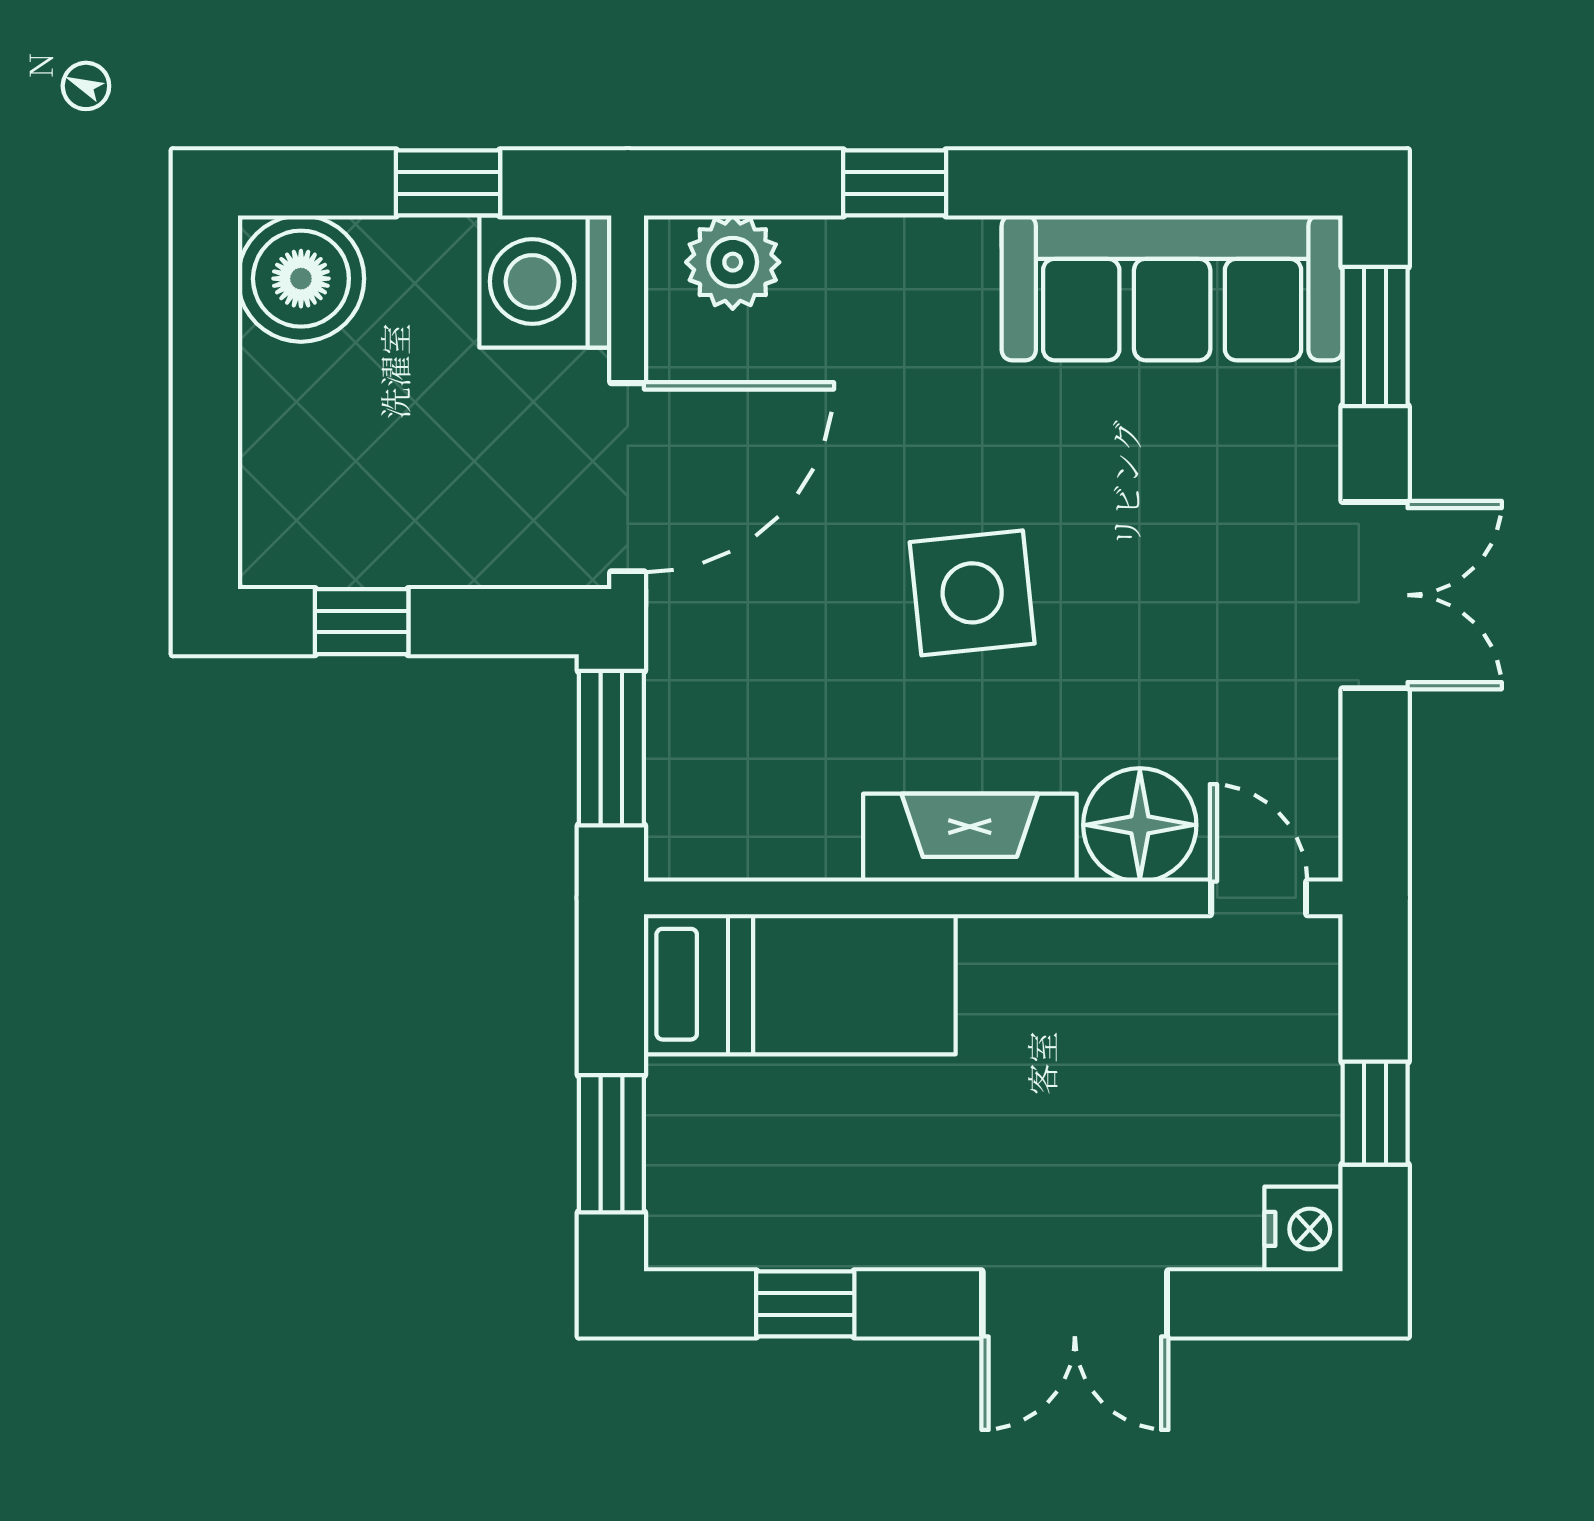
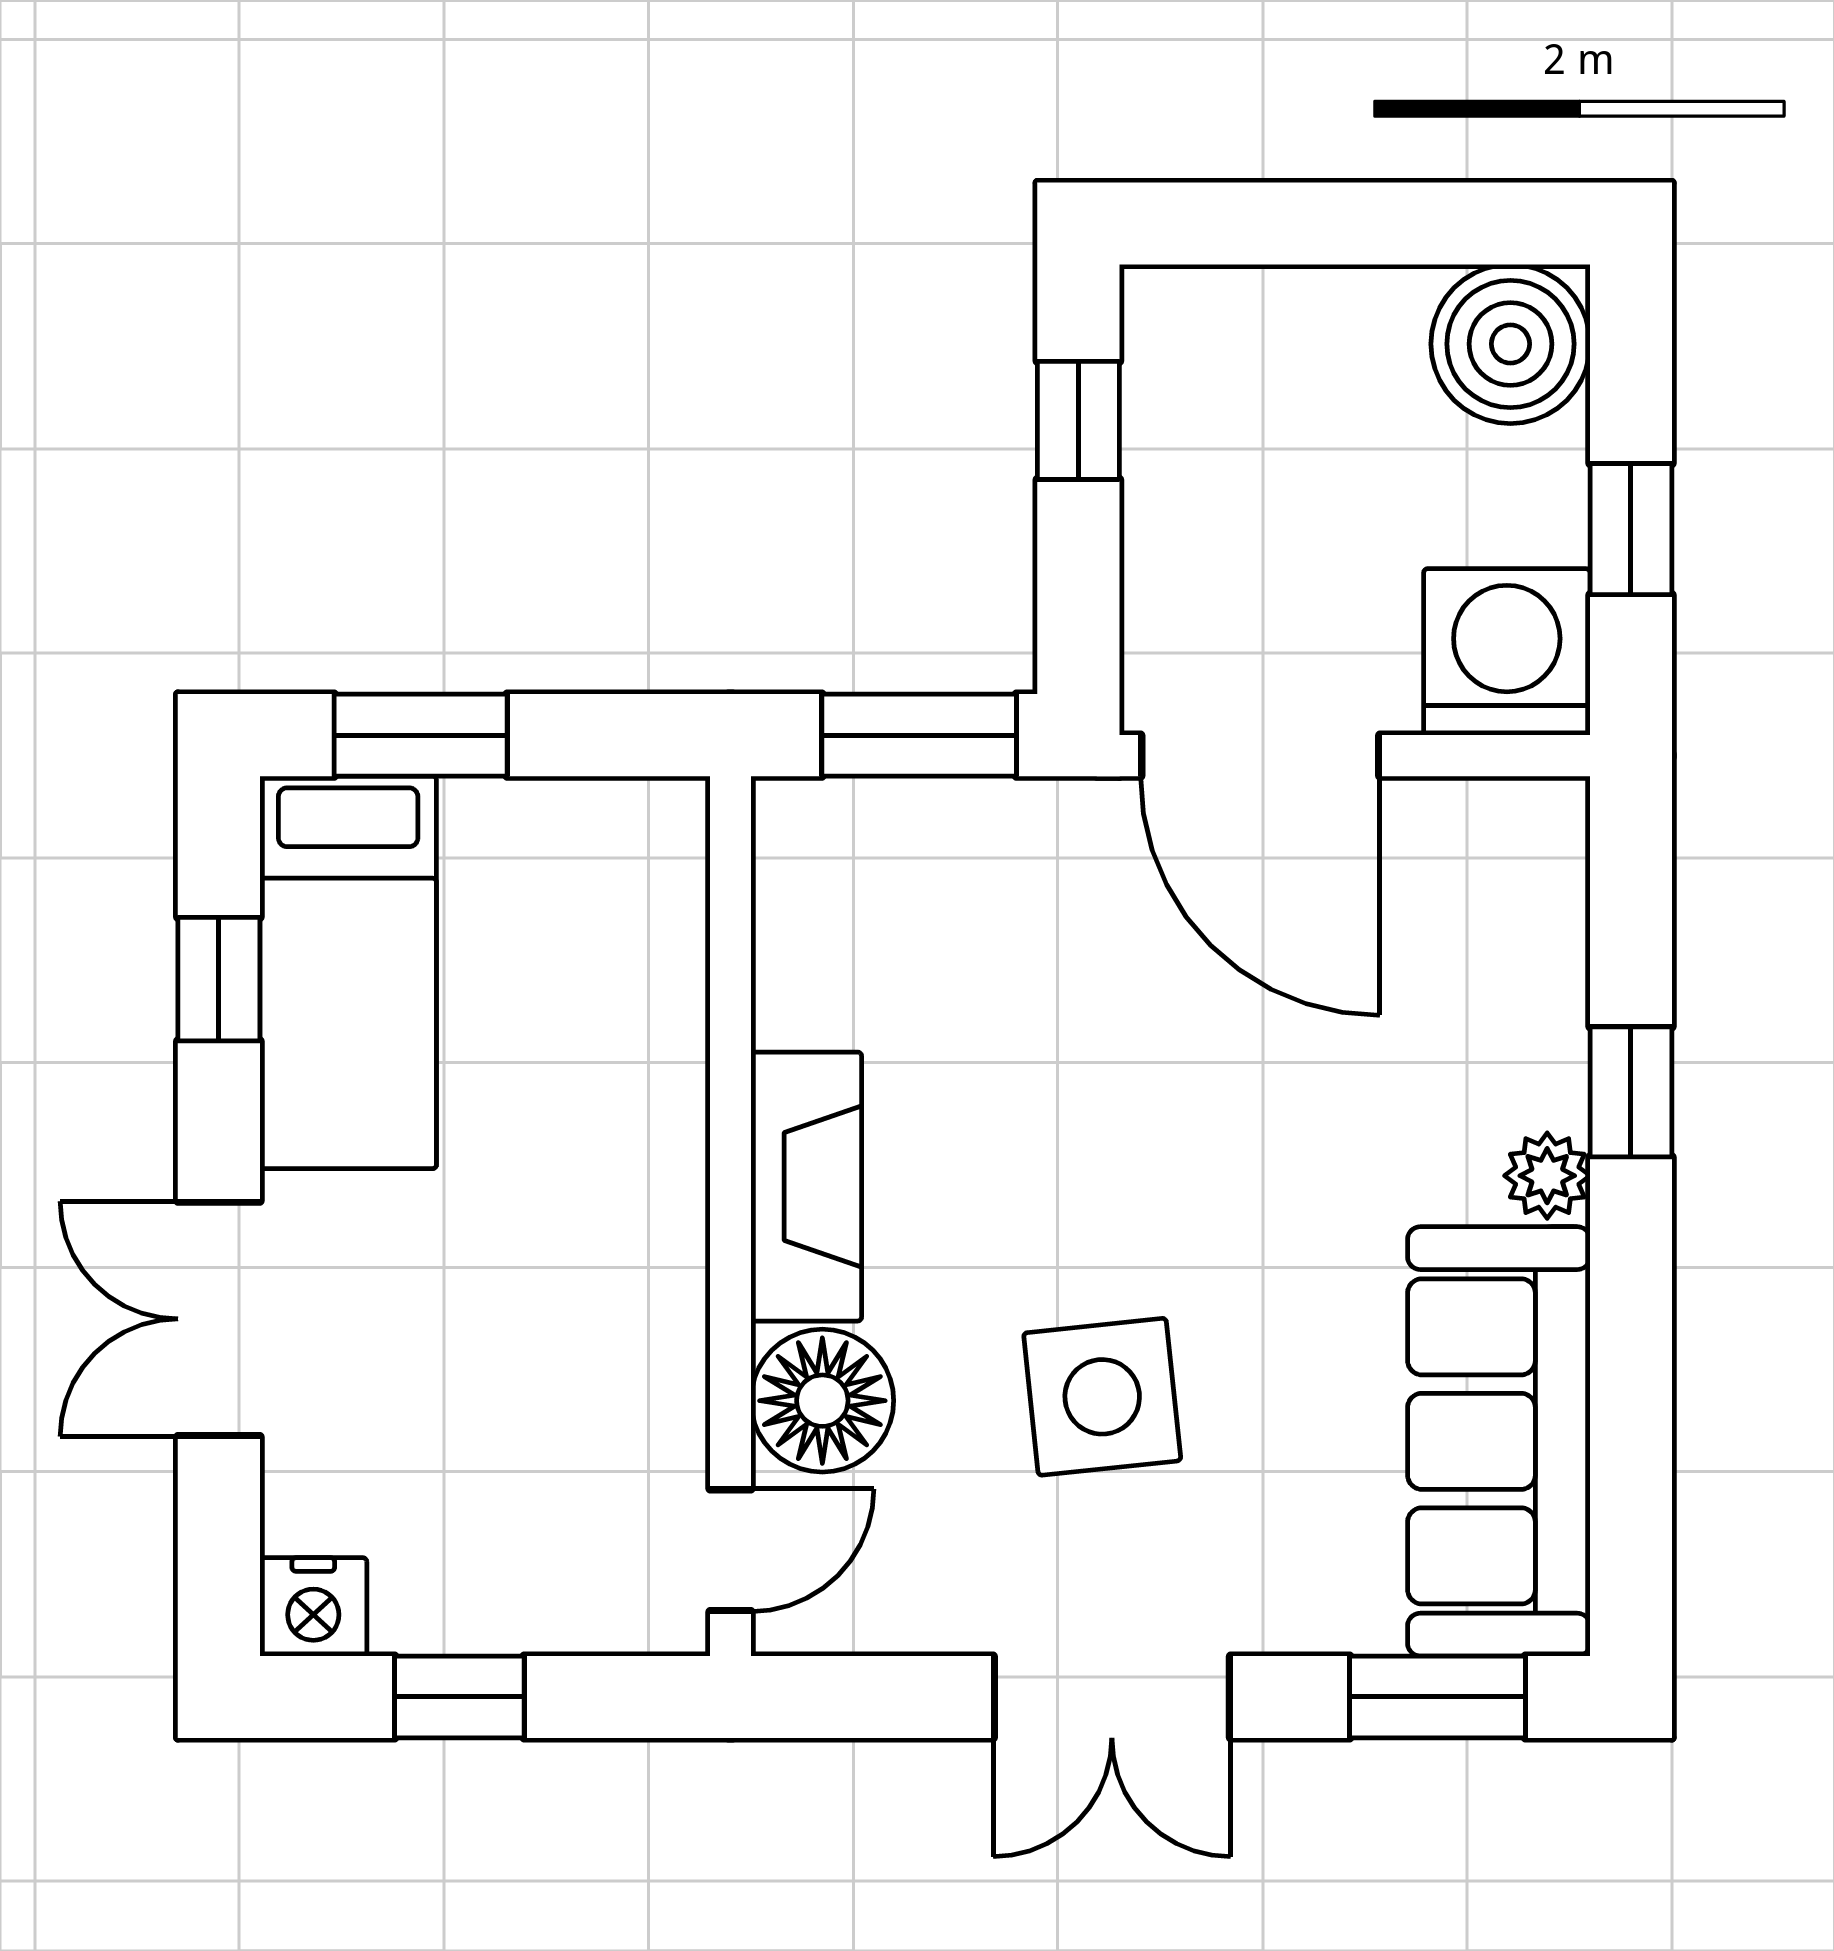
plant: (733, 262) -> (1547, 1176), moved, width x0.73, depth x0.73
side table: (972, 593) -> (1102, 1397), moved
bed: (800, 984) -> (348, 972), moved

